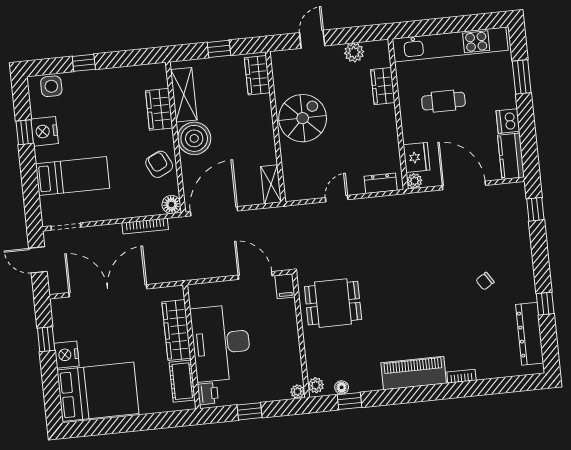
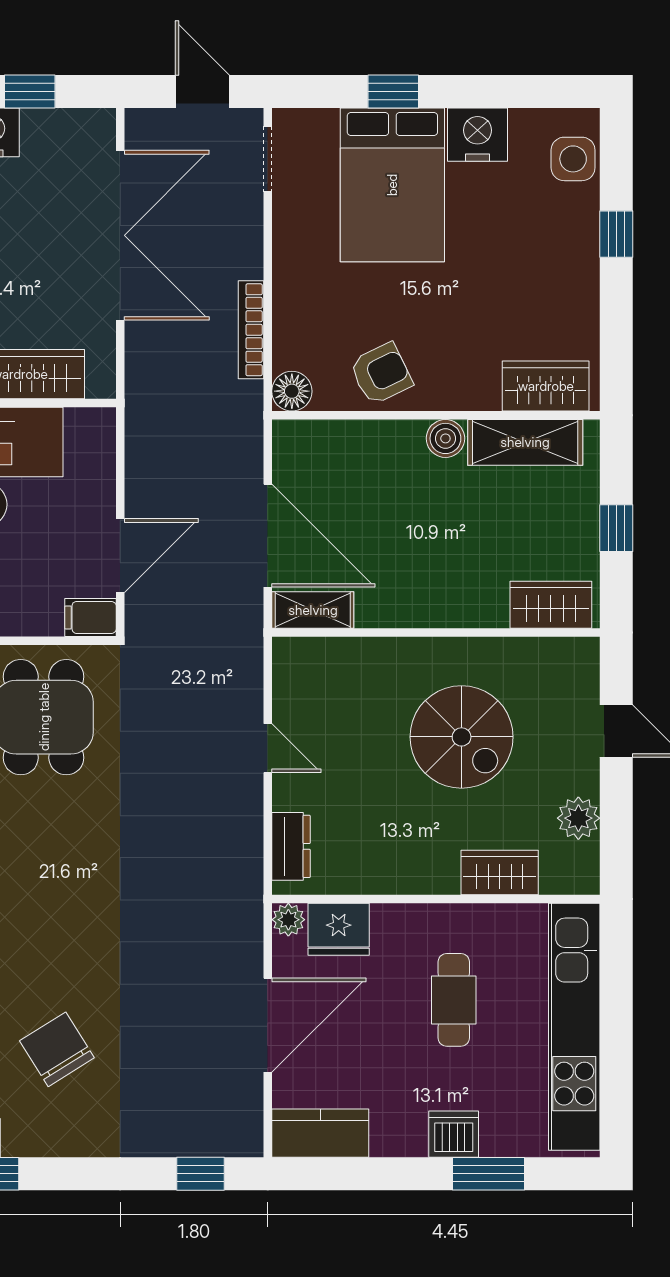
wardrobe: (159, 109) -> (546, 386), moved
spiral stairs: (303, 118) -> (462, 737), moved
dishwasher: (508, 121) -> (454, 1134), moved
window: (25, 132) -> (393, 91), moved
boiler: (194, 138) -> (445, 438), width x0.54, depth x0.54
bed: (73, 176) -> (392, 185), width x1.50
door: (214, 211) -> (268, 536), moved
door: (38, 260) -> (202, 91), hinge flipped
chair: (485, 281) -> (57, 1049), width x1.87, depth x1.87

